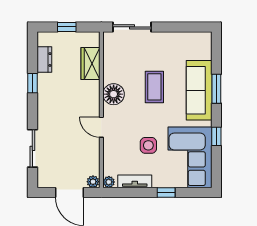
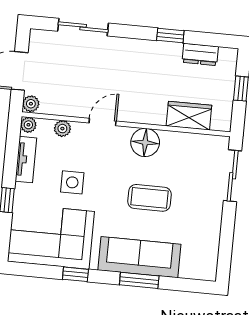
plant: (109, 157) -> (62, 129), added

